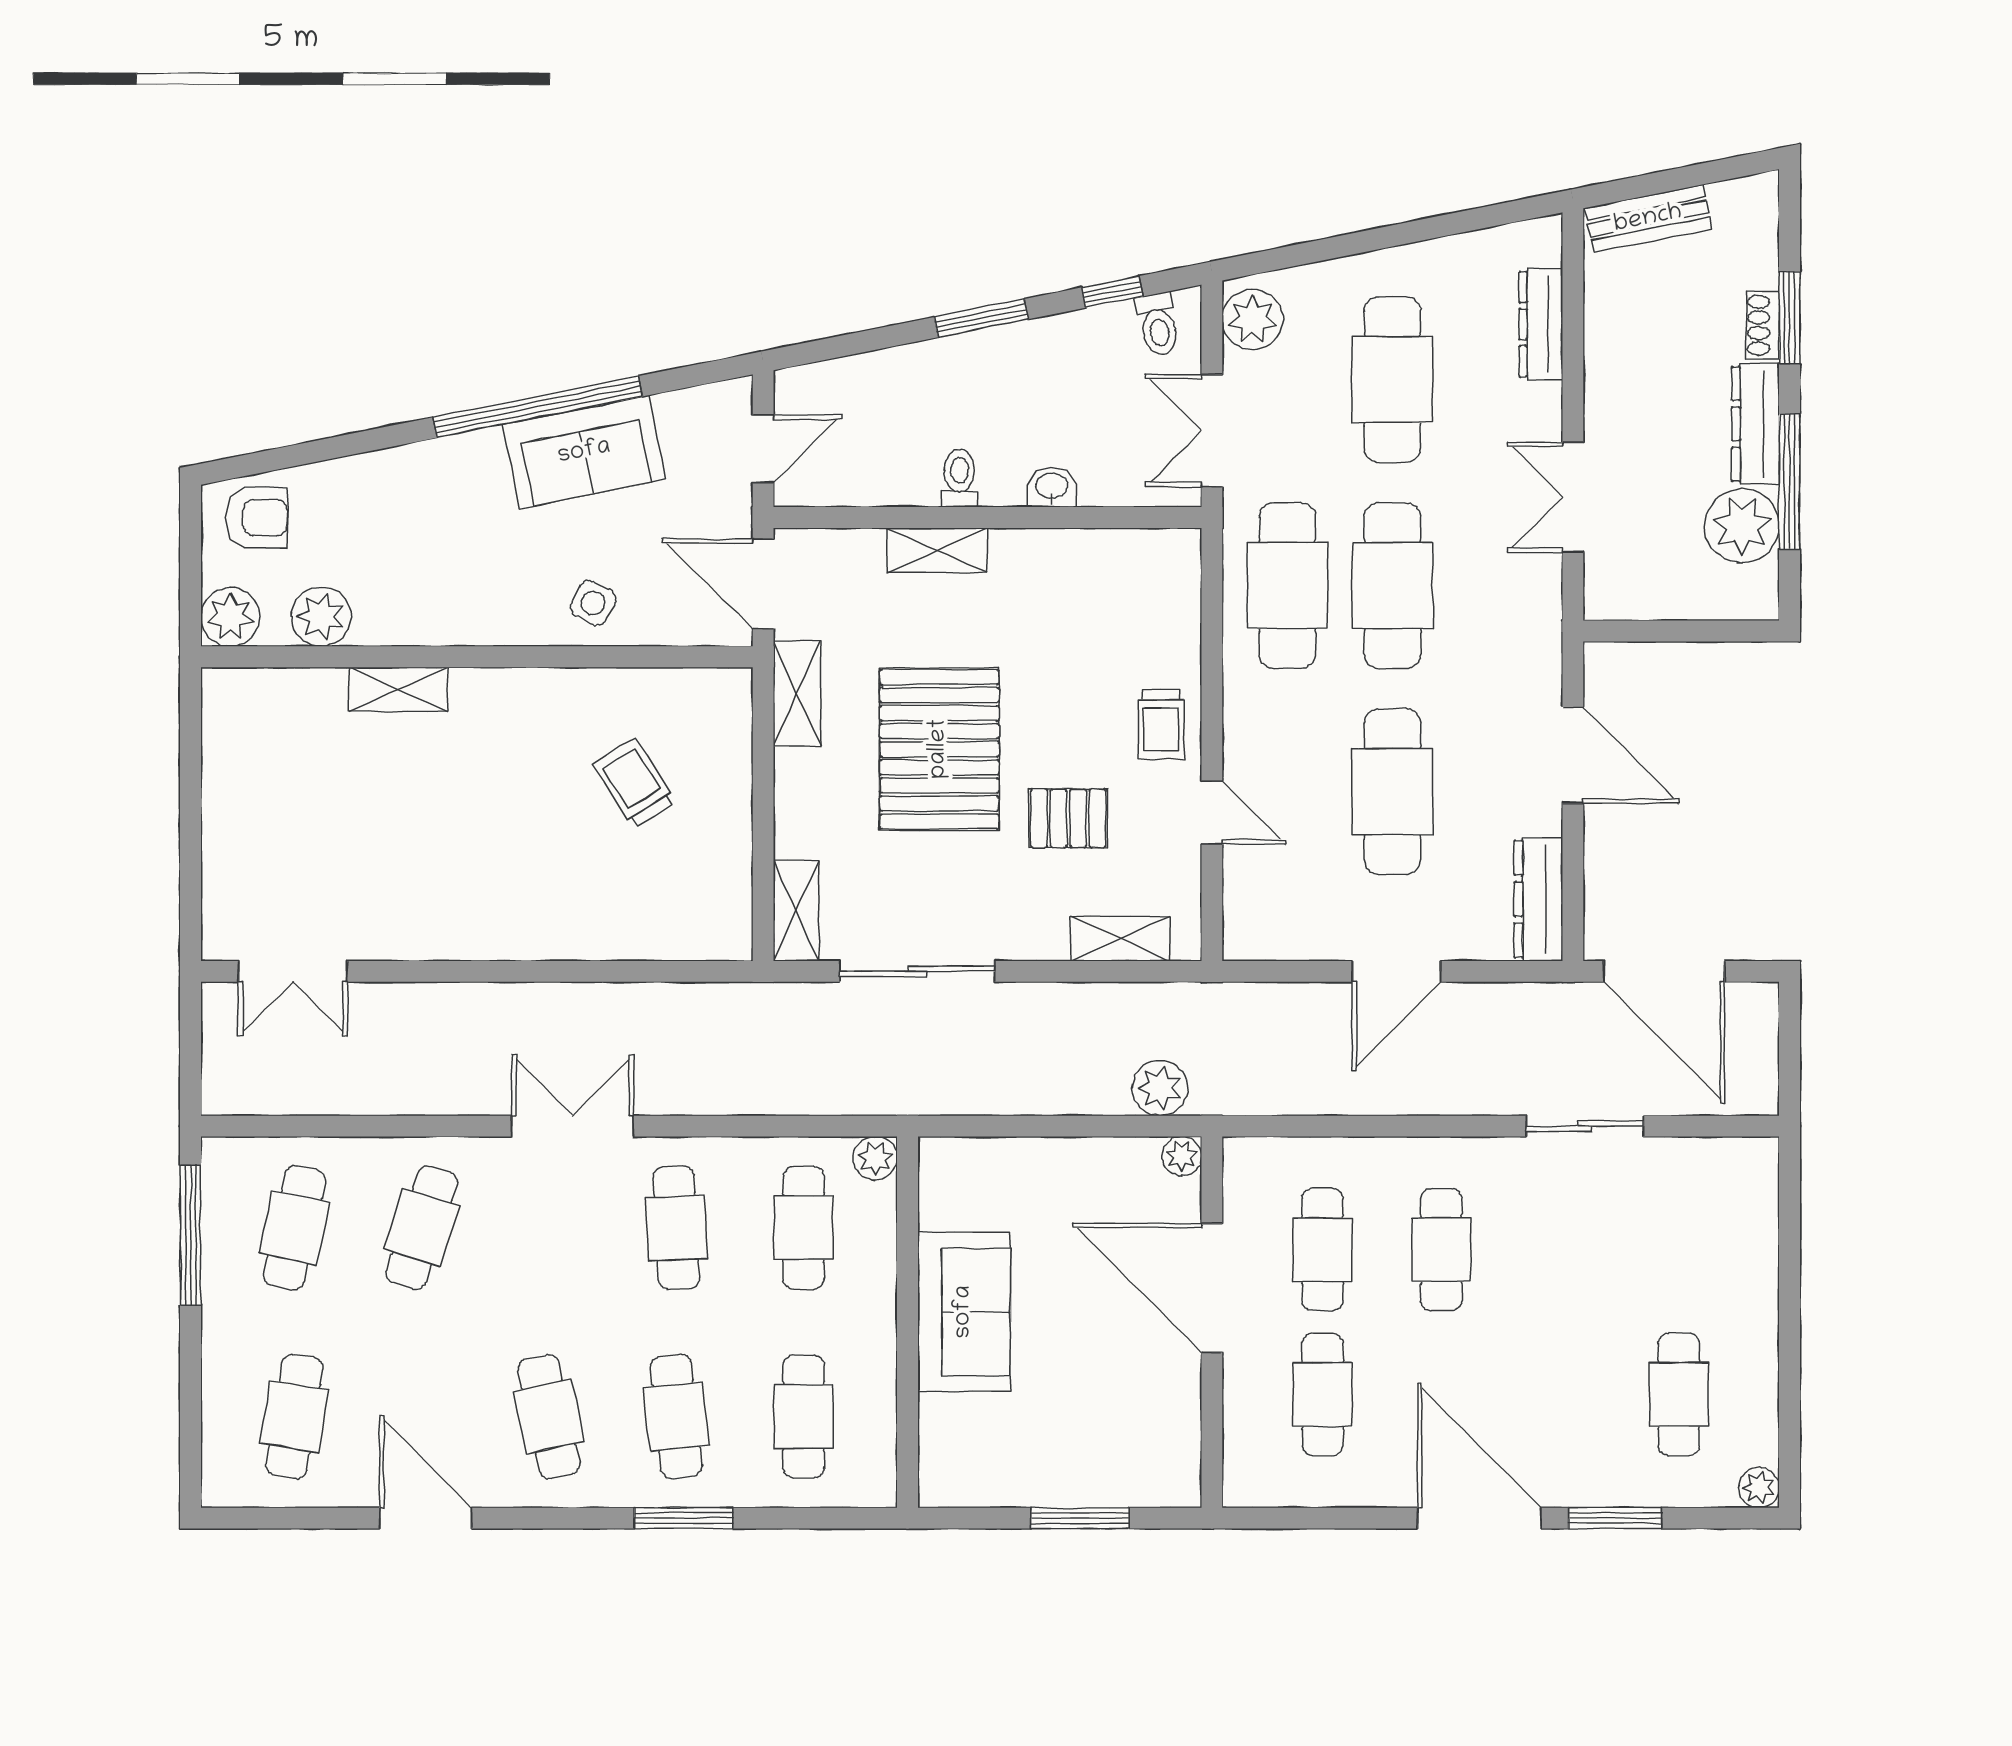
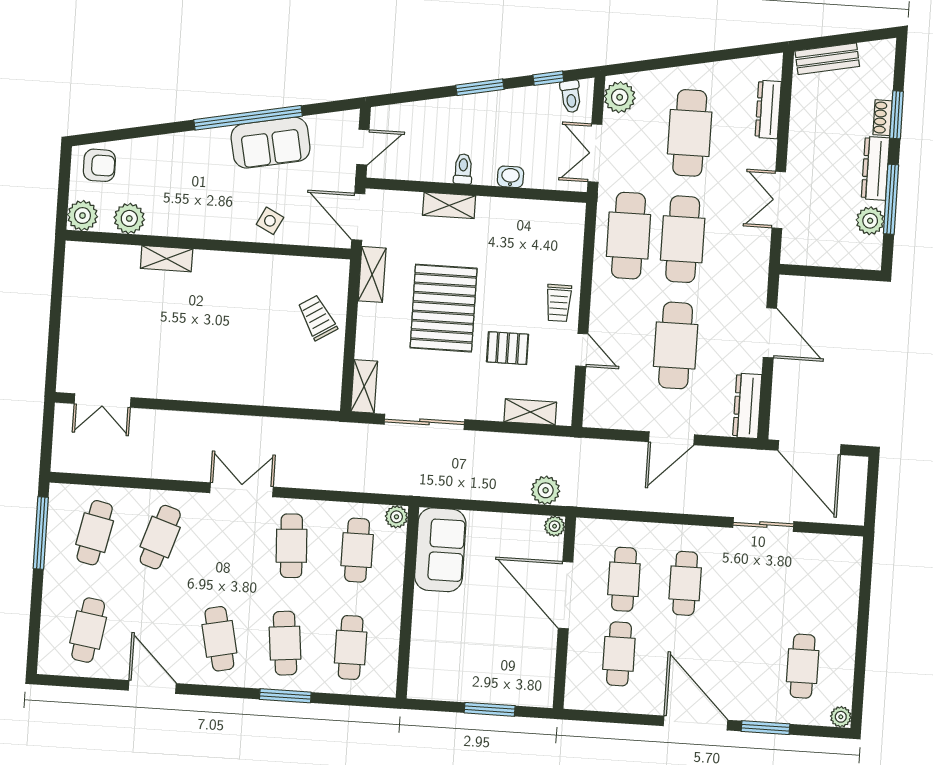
plant: (1742, 526) -> (870, 221), width x0.73, depth x0.73
trolley: (634, 783) -> (317, 318), moved
sofa: (964, 1312) -> (440, 550), moved

